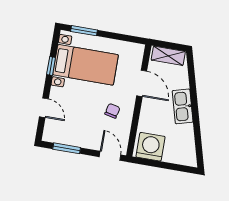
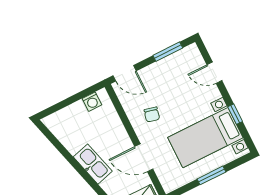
window: (84, 31) -> (211, 175), moved
washing machine: (150, 147) -> (92, 102), width x0.53, depth x0.53

